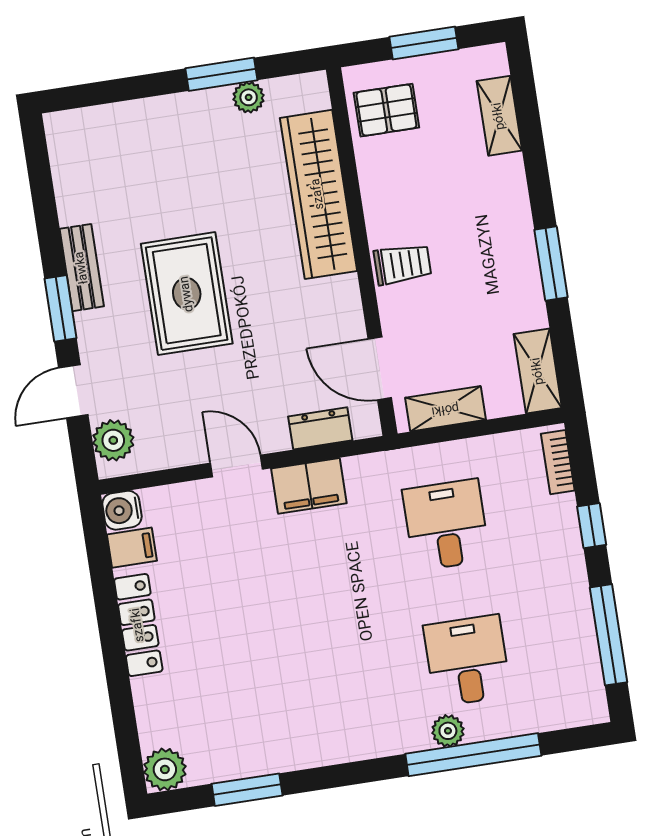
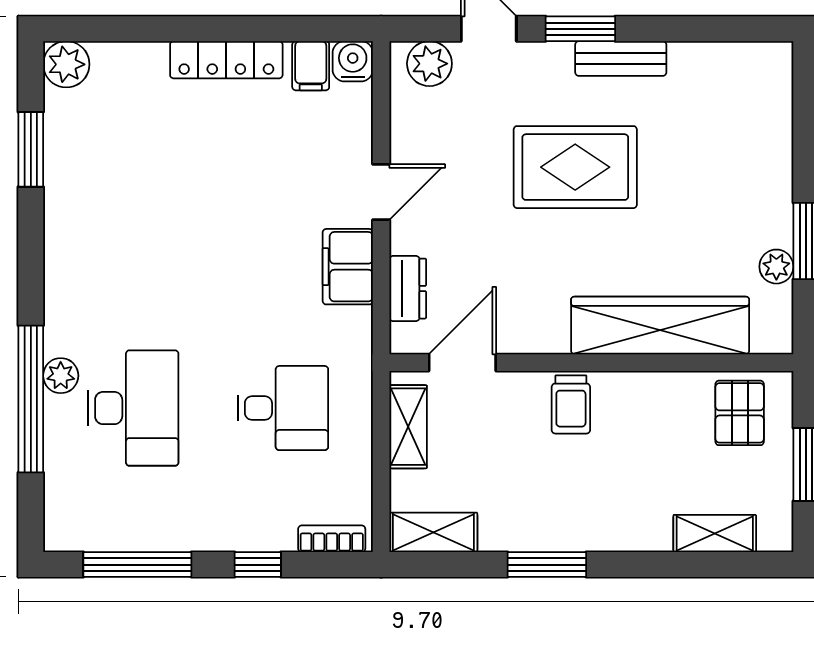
desk: (467, 661) -> (133, 408), width x1.37

